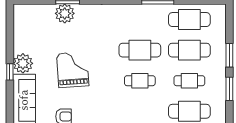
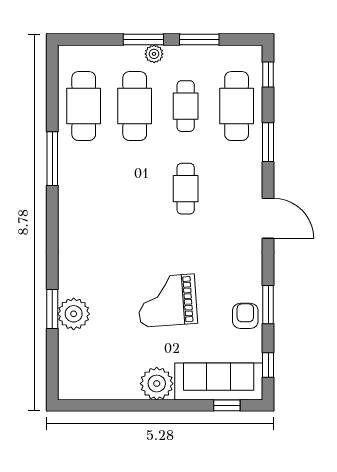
cafe table: (140, 50) -> (135, 189), removed
plant: (221, 62) -> (154, 54), added
window: (10, 72) -> (227, 405), moved

